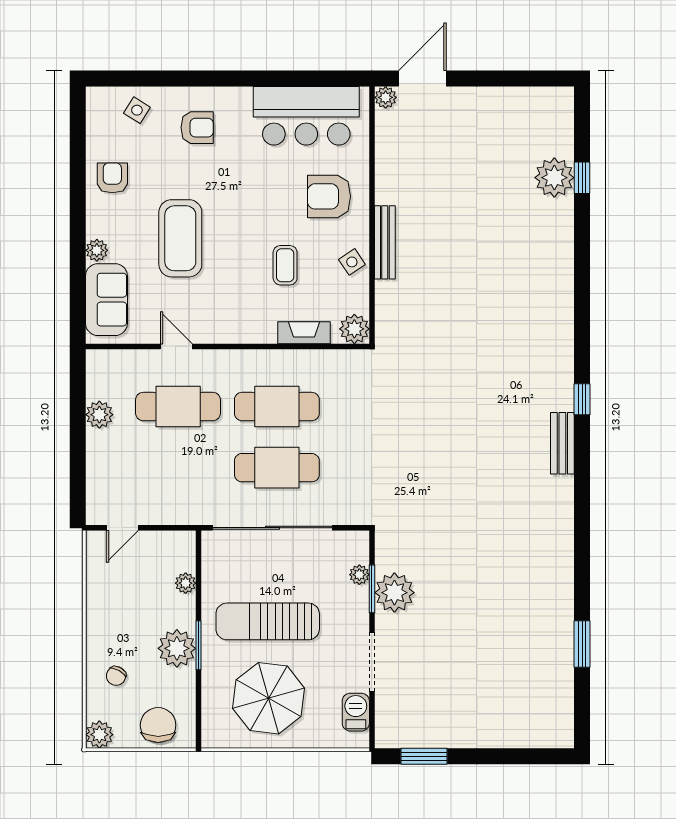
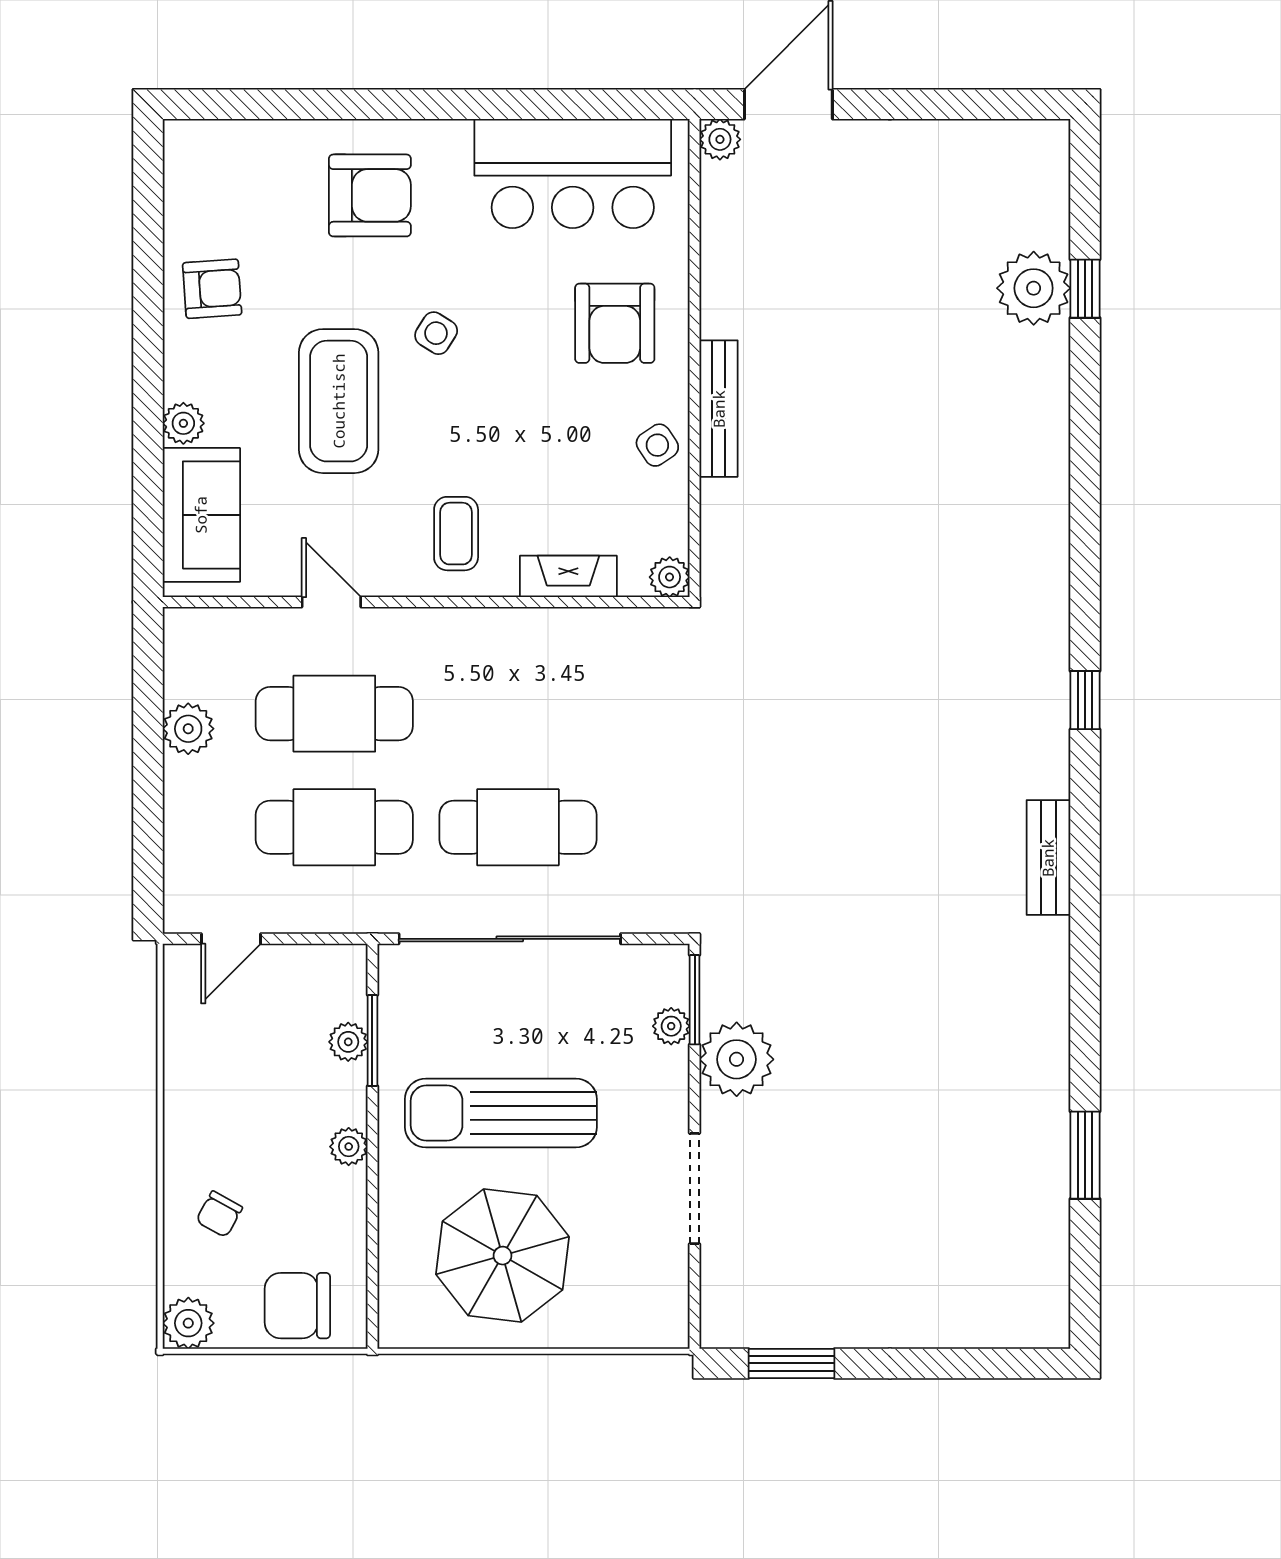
side table: (137, 110) -> (436, 333), moved
armchair: (197, 128) -> (370, 195), width x1.38, depth x1.38
armchair: (112, 178) -> (212, 289), turned 86
armchair: (329, 196) -> (615, 323), turned -90
coffee table: (285, 265) -> (456, 534), moved
plant: (354, 329) -> (670, 577), width x0.73, depth x0.73
cafe table: (277, 407) -> (334, 827), moved
bench: (562, 443) -> (1048, 858), moved
window: (372, 589) -> (695, 1000), moved
window: (199, 645) -> (372, 1041), moved
plant: (177, 648) -> (349, 1147), width x0.53, depth x0.53
barbecue: (356, 712) -> (665, 1281), removed
chair: (158, 725) -> (297, 1306), turned -90

